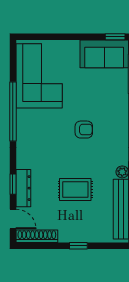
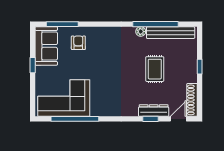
window: (115, 37) -> (33, 65), moved
window: (13, 112) -> (75, 119), moved
armchair: (84, 130) -> (78, 43), moved

